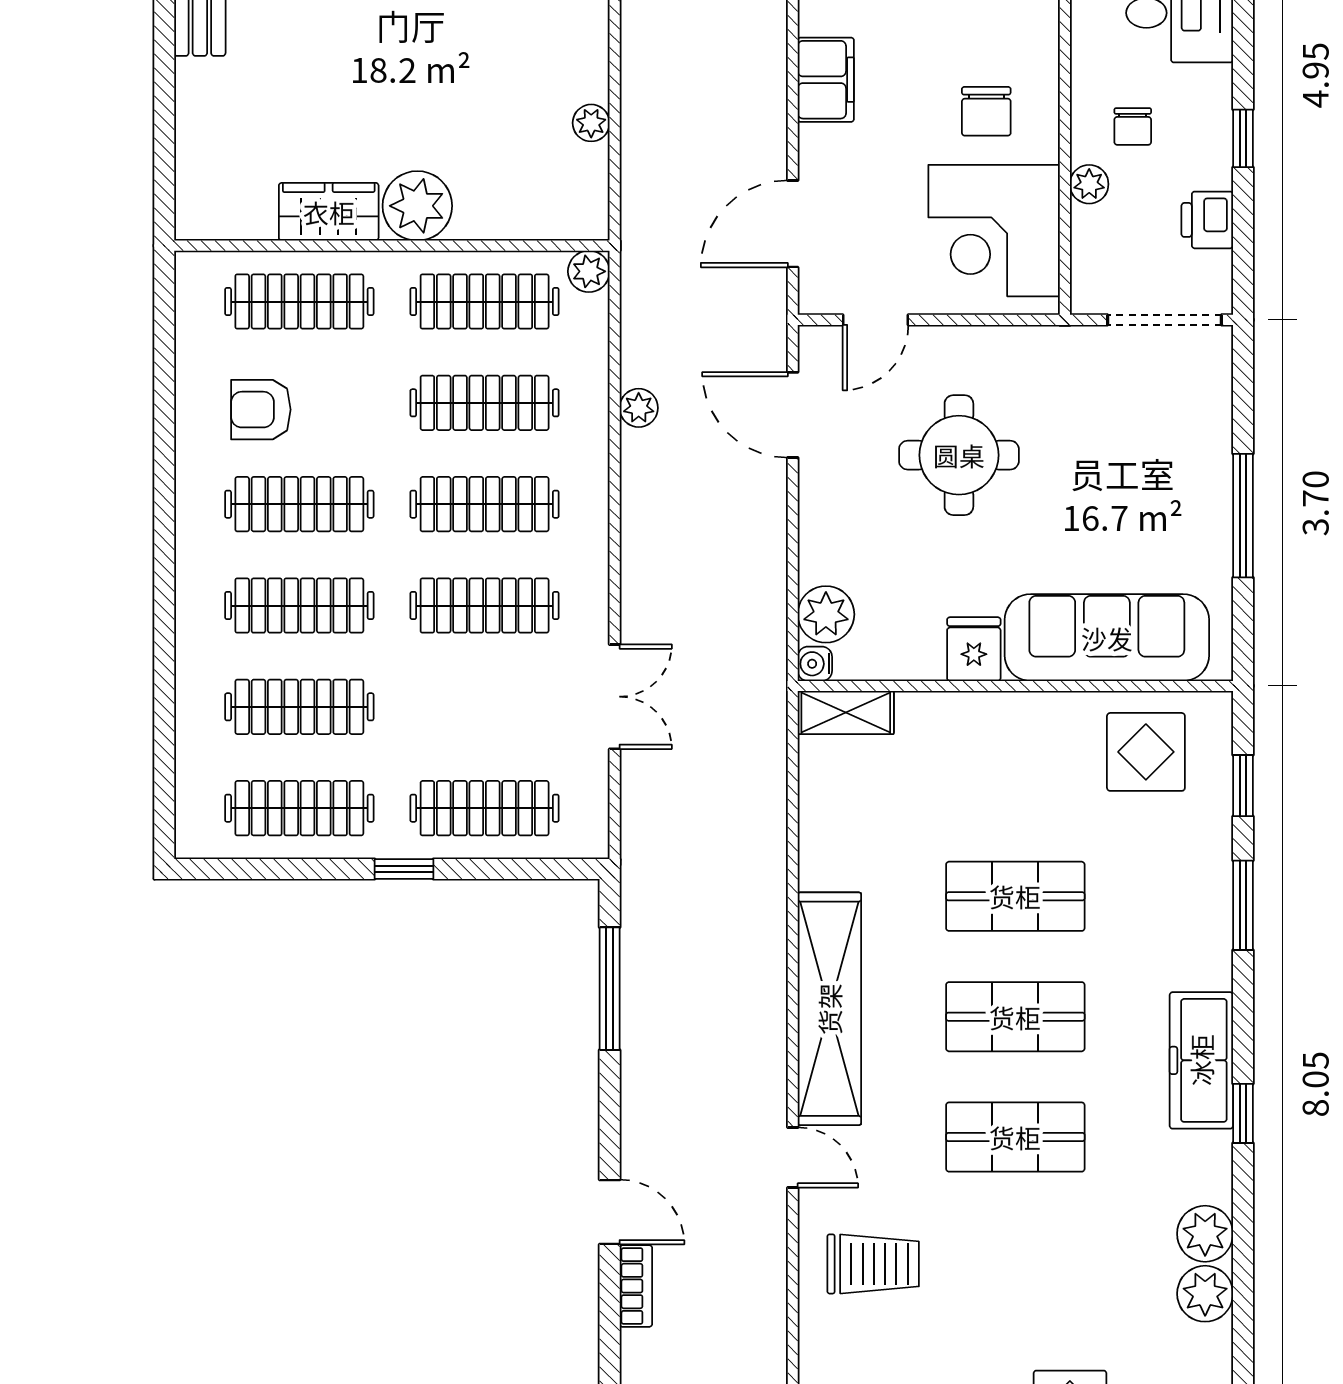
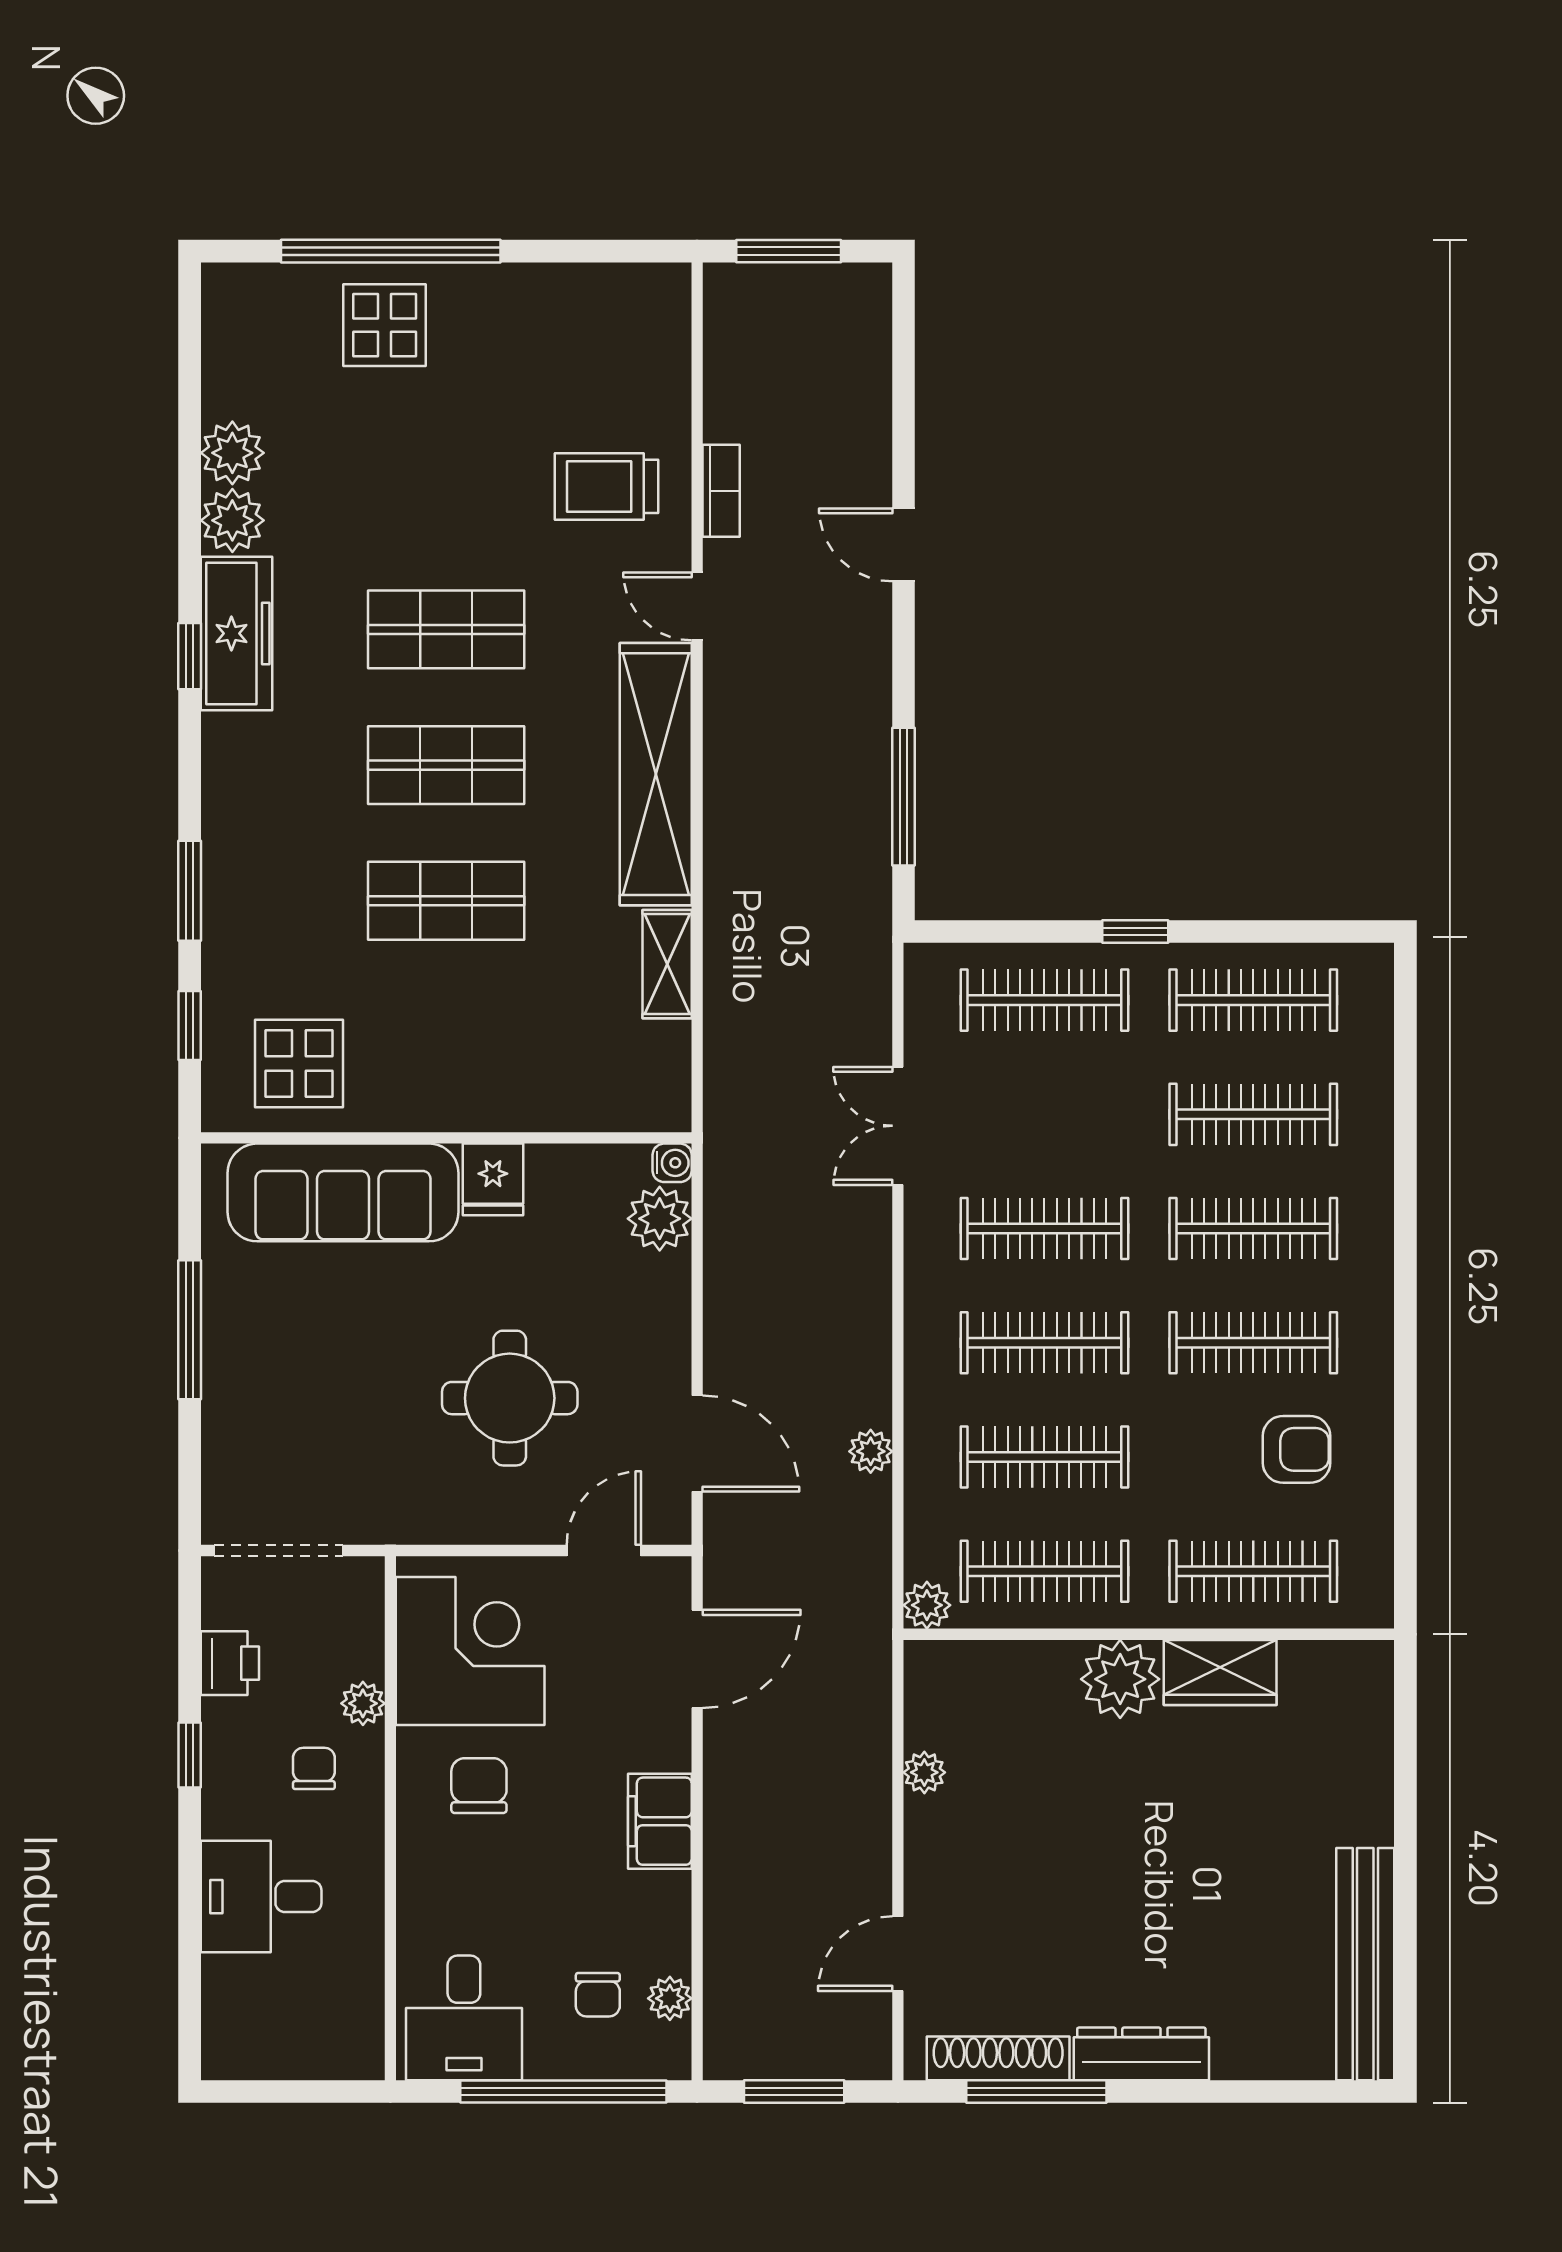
shelving: (846, 713) -> (667, 964), moved, turned 90
freezer: (1201, 1060) -> (236, 633), moved
bookcase: (636, 1286) -> (721, 491), moved, turned 180

